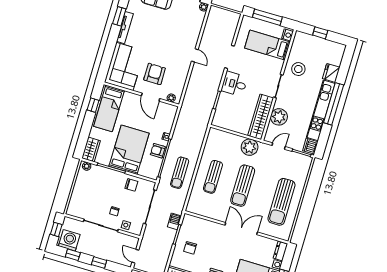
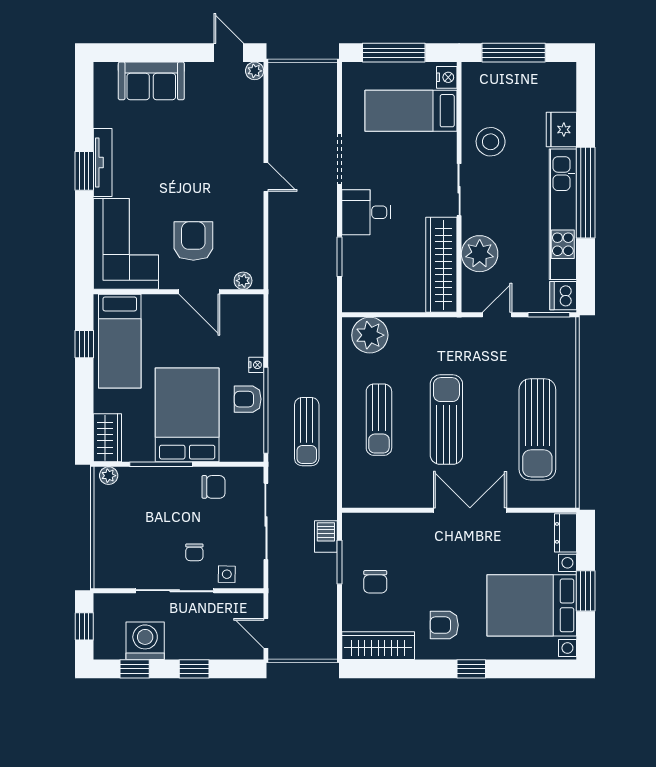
window: (119, 16) -> (84, 171), moved
window: (320, 33) -> (514, 53), width x2.17
plant: (250, 147) -> (370, 335), moved
sun lounger: (243, 186) -> (446, 420), turned 180
washing machine: (69, 240) -> (145, 641), moved

